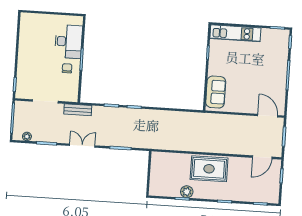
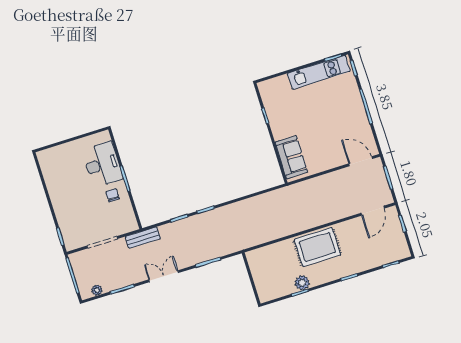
kitchen unit: (235, 33) -> (319, 72), moved

